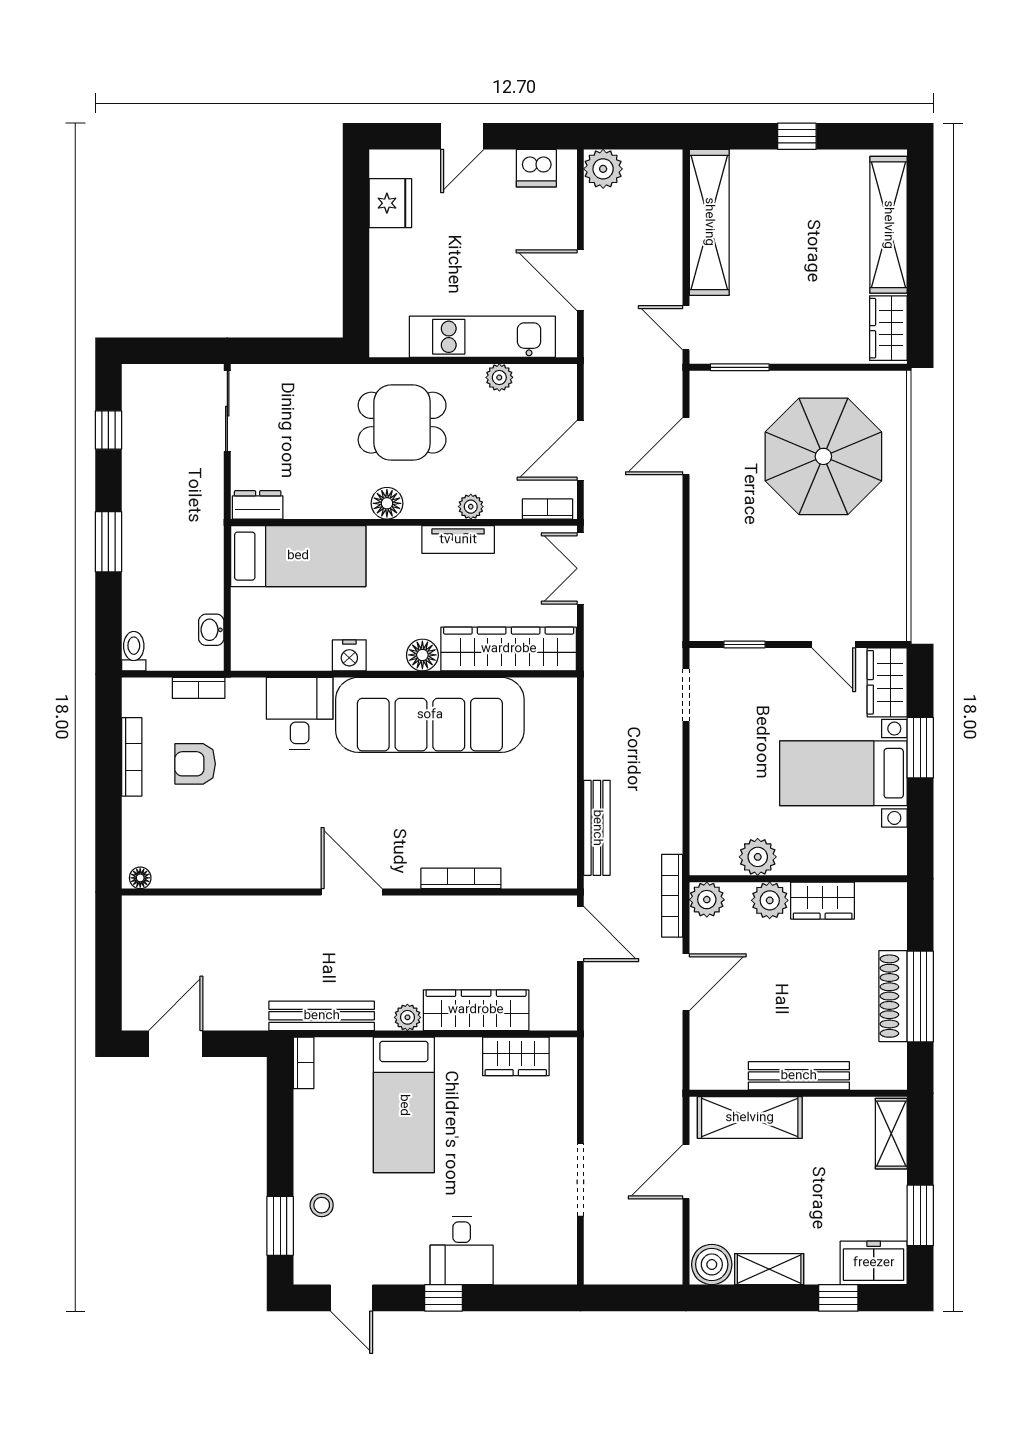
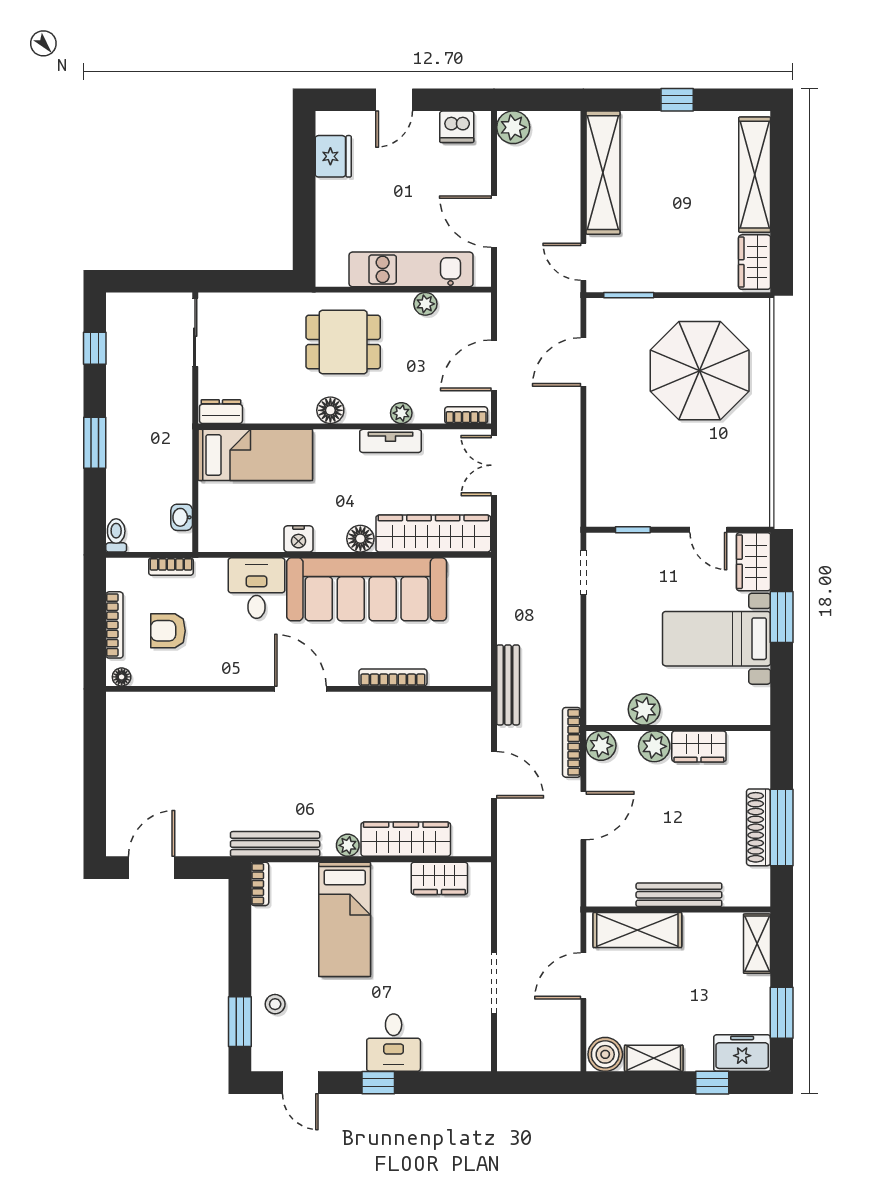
floor lamp: (140, 878) -> (122, 677), moved
bookcase: (461, 878) -> (393, 677), moved
wall: (349, 892) -> (299, 689), moved
door: (352, 892) -> (300, 689), moved

